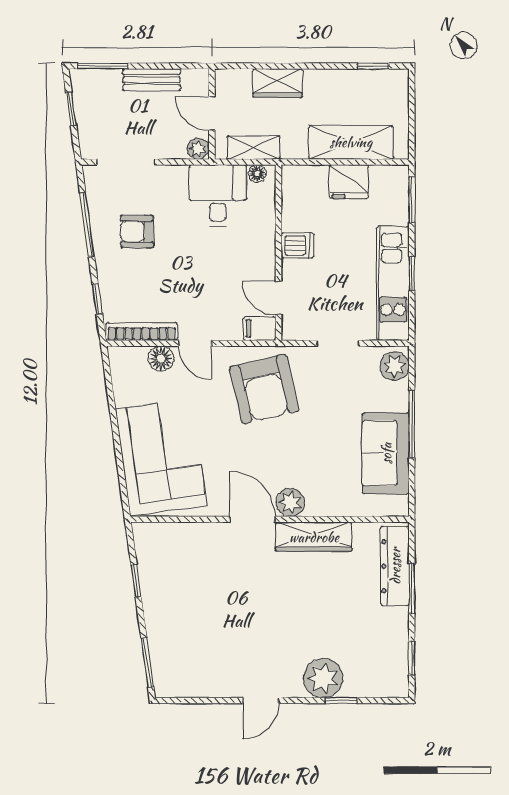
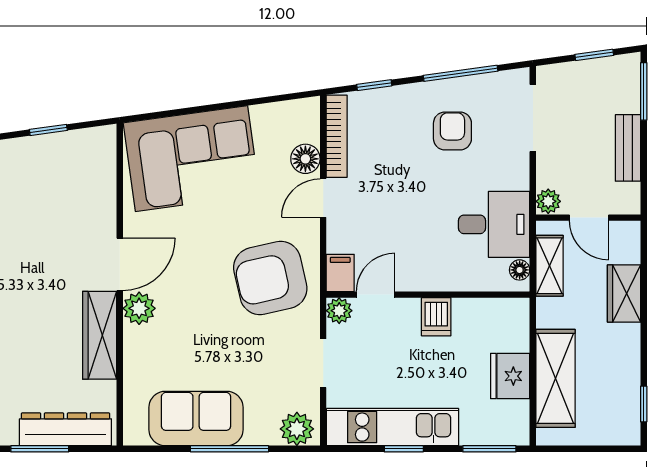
door: (212, 113) -> (589, 218), swing flipped
plant: (292, 329) -> (339, 311), added

